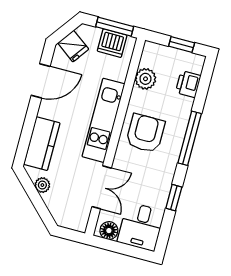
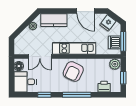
plant: (145, 79) -> (115, 64), moved
armchair: (145, 133) -> (73, 71), turned 116

